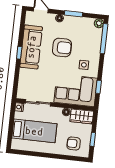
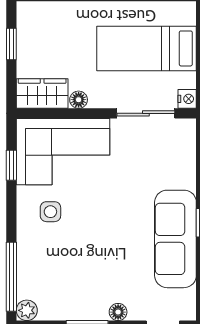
armchair: (62, 48) -> (105, 246), removed
armchair: (74, 143) -> (54, 30), removed

